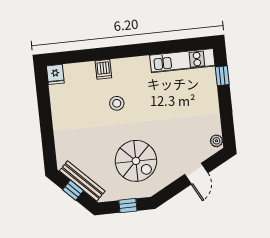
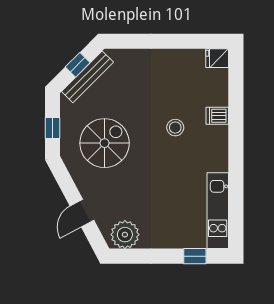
plant: (216, 141) -> (125, 235), width x1.88, depth x1.88
spiral stairs: (136, 161) -> (105, 143), turned 180
door: (196, 174) -> (82, 213), hinge flipped

